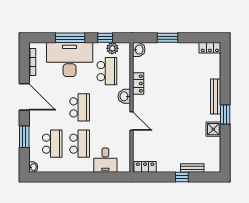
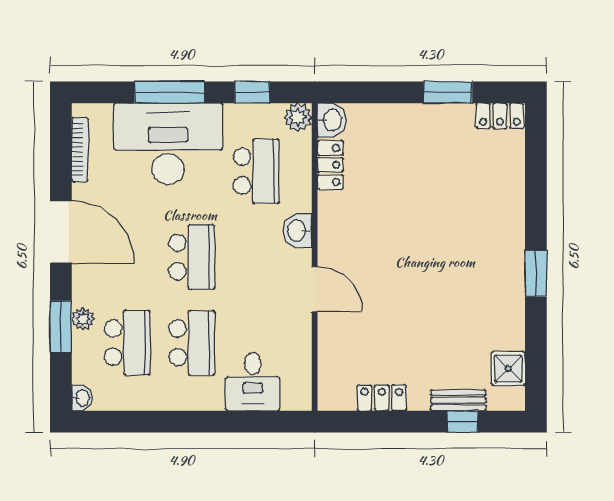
window: (167, 38) -> (448, 92), moved
plant: (112, 48) -> (298, 117), moved
locker: (138, 84) -> (330, 165), moved
bench: (216, 97) -> (513, 231), removed
shower: (213, 129) -> (508, 369), moved
plant: (34, 134) -> (83, 319), added
locker: (145, 167) -> (382, 398), moved
window: (182, 177) -> (463, 422), moved

